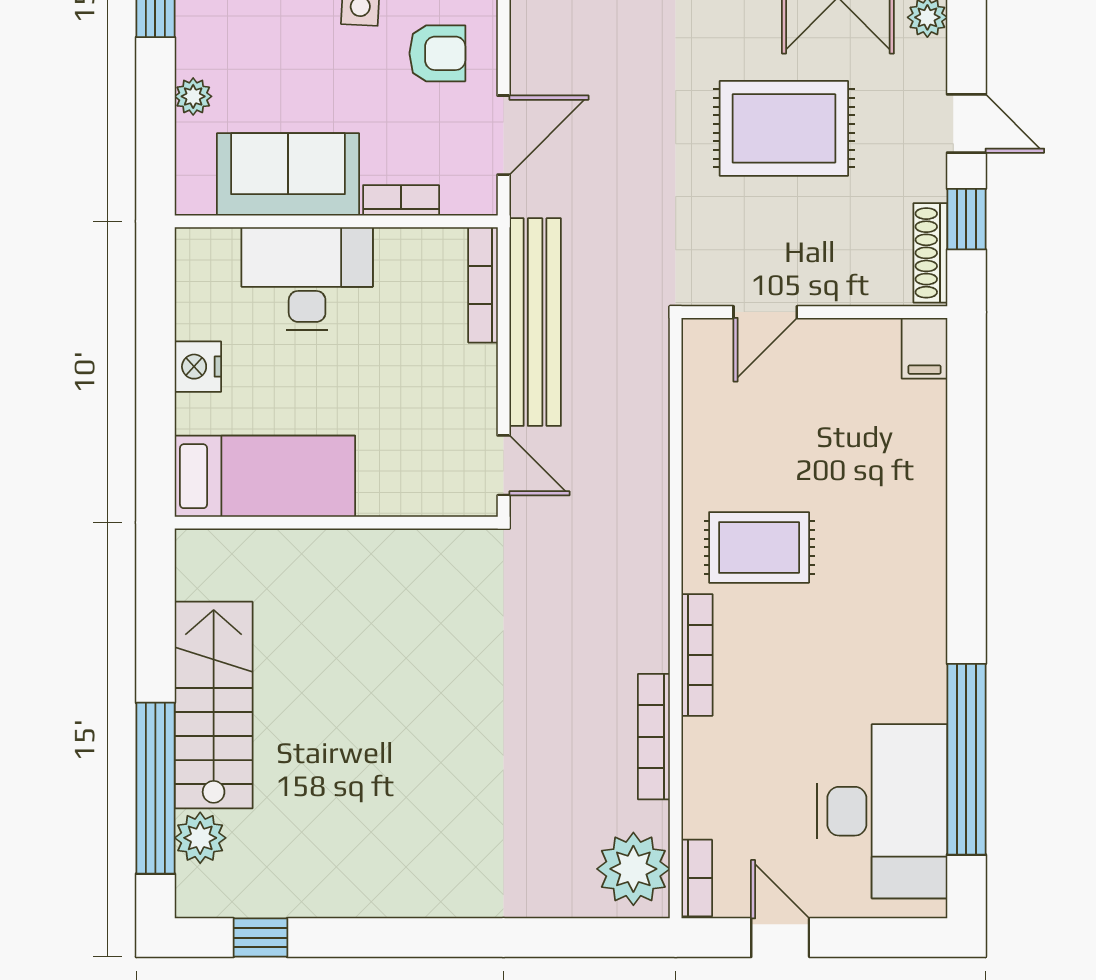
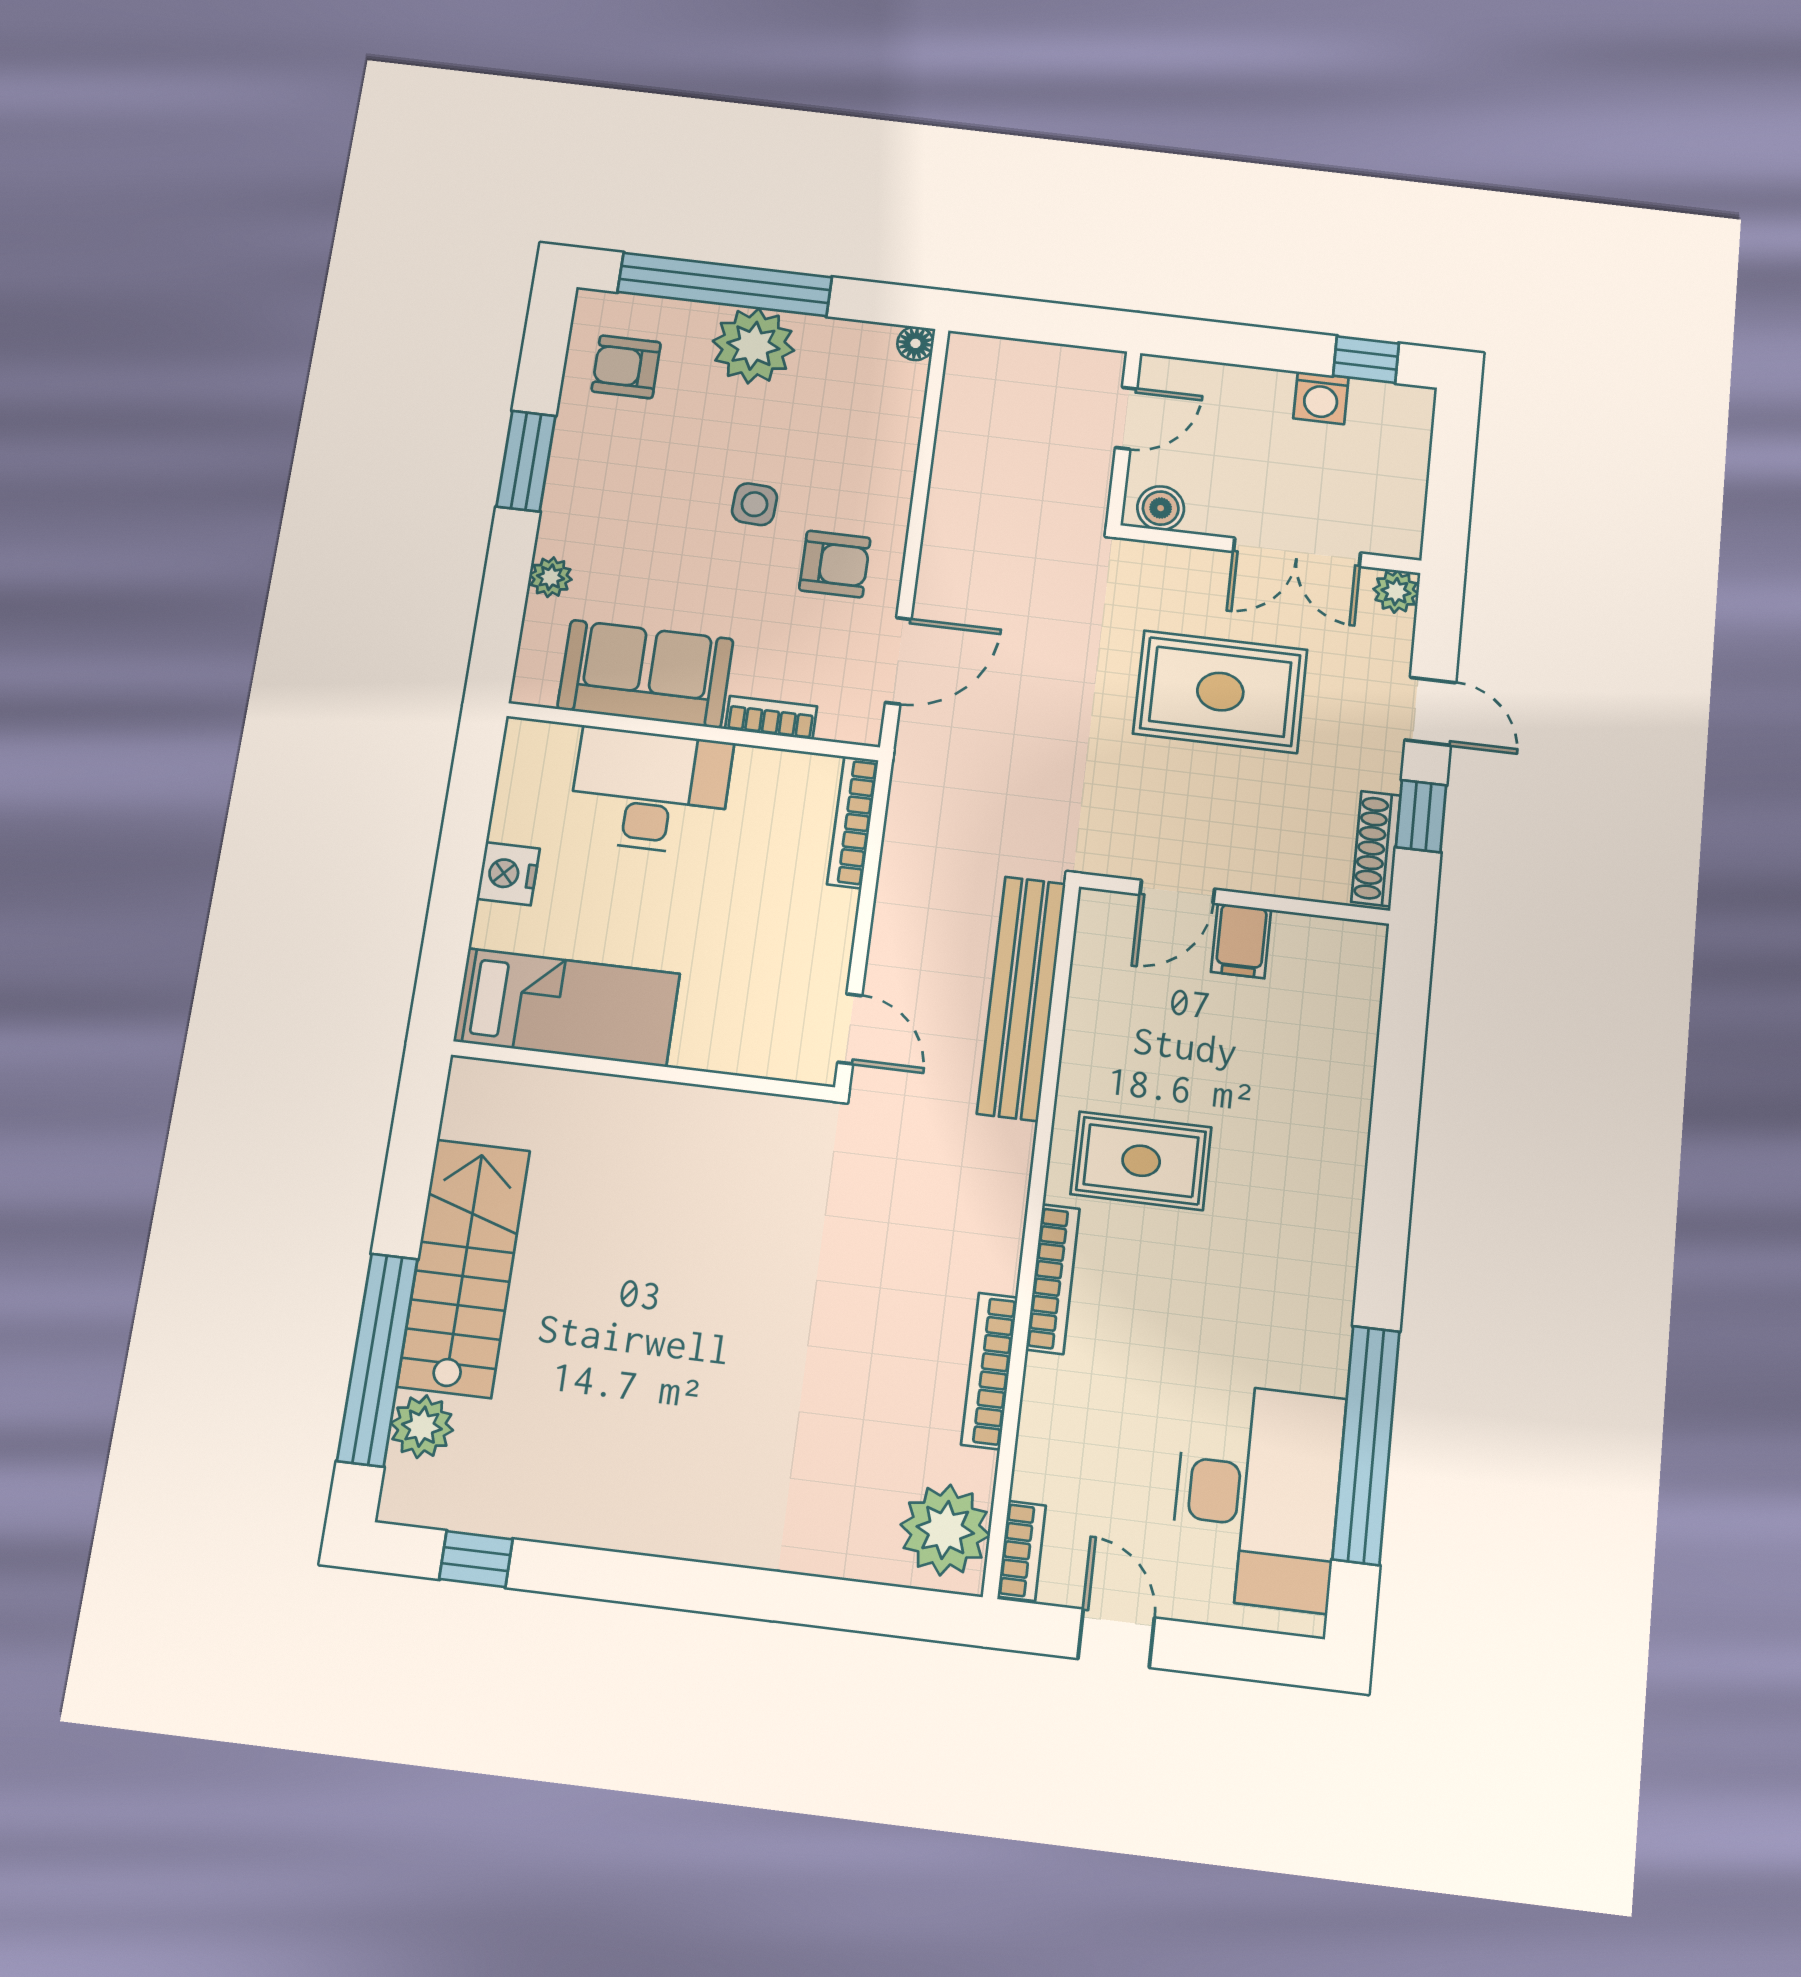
bench: (535, 322) -> (1022, 998), moved
filing cabinet: (924, 348) -> (1241, 941), moved

